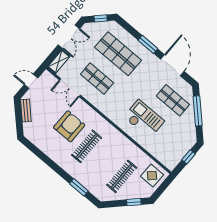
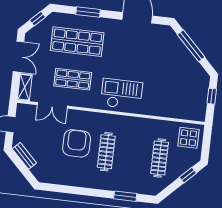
window: (148, 44) -> (88, 12), moved
shop shelf: (173, 100) -> (160, 51), removed
checkout: (144, 119) -> (121, 94), moved

